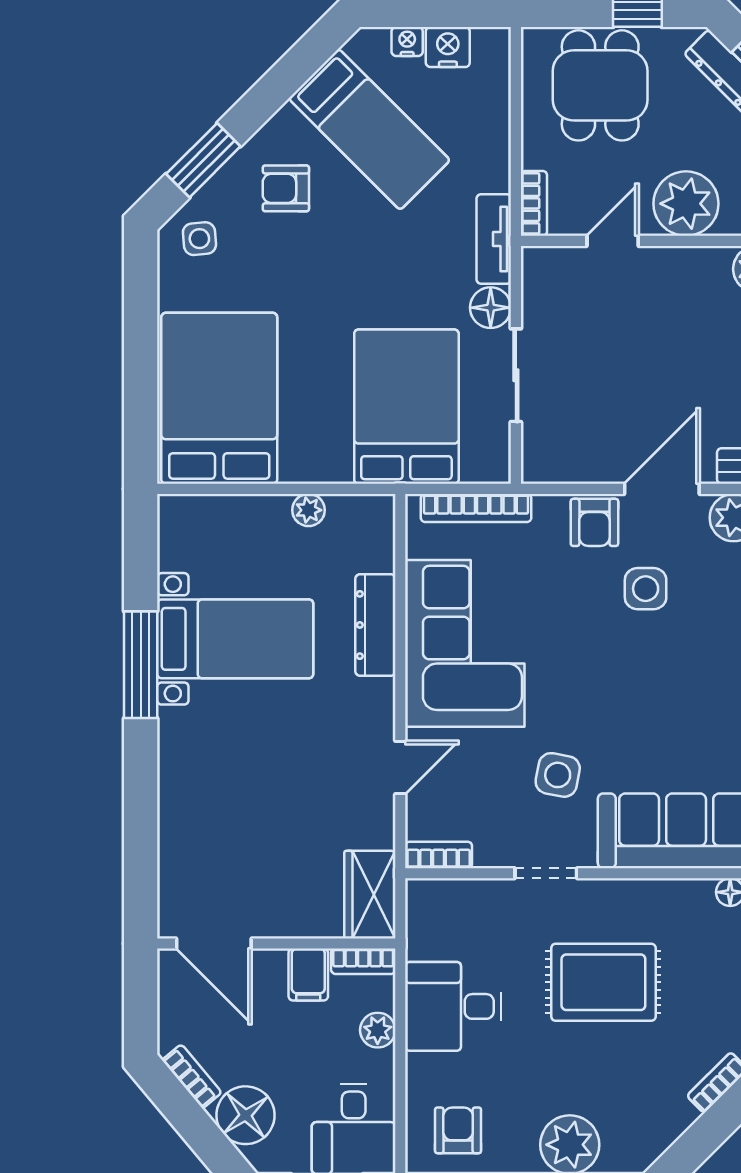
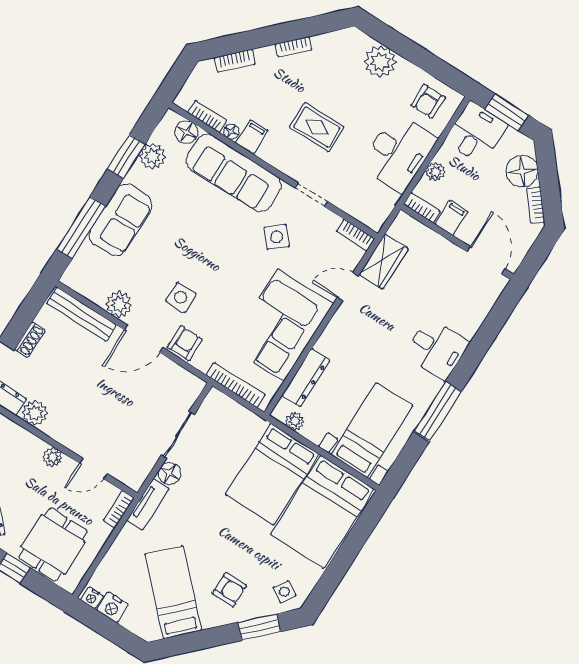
nightstand: (407, 41) -> (92, 598), moved
plant: (686, 204) -> (53, 457), width x0.53, depth x0.53
side table: (199, 239) -> (284, 592), turned 38
bed: (406, 407) -> (272, 474), moved
plant: (309, 510) -> (295, 421), moved
dresser: (375, 625) -> (306, 378), moved
bed with nightstands: (235, 639) -> (372, 430), moved, turned 90
desk: (203, 760) -> (437, 349), added
side table: (558, 775) -> (277, 237), turned 38
wardrobe: (370, 895) -> (384, 261), moved
filing cabinet: (694, 904) -> (252, 137), added
rug: (603, 982) -> (317, 127), width x0.73, depth x0.70
desk: (453, 1006) -> (398, 153), width x1.37

